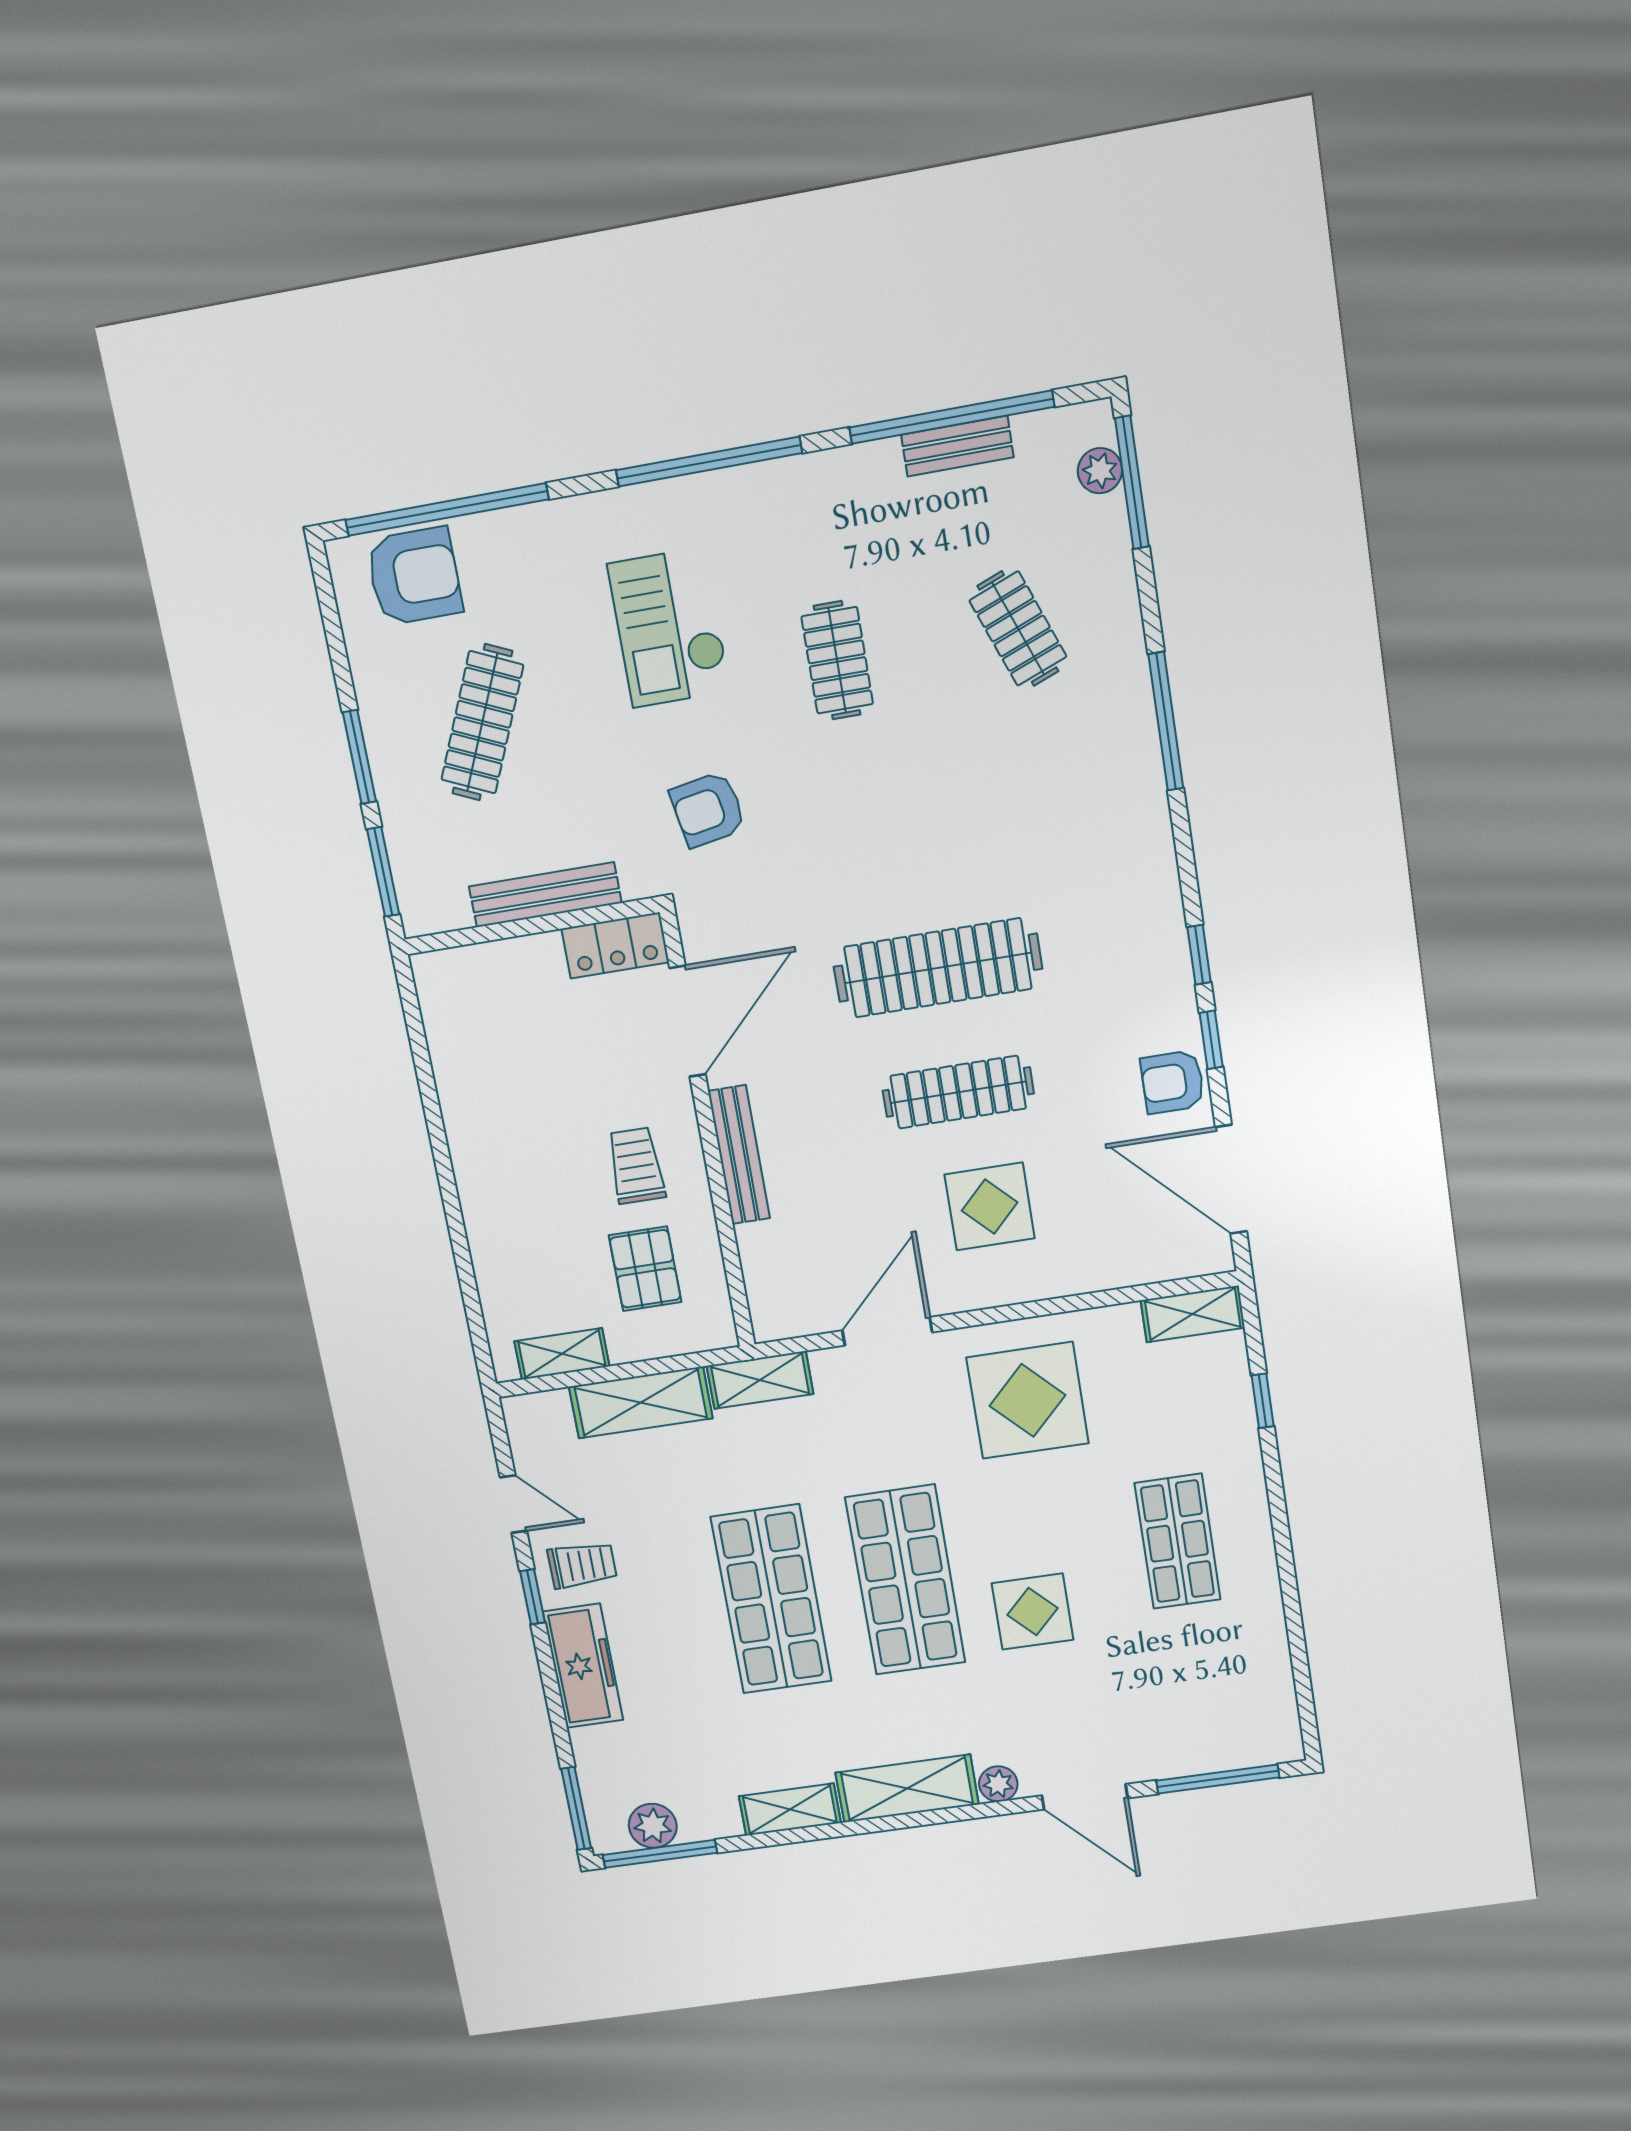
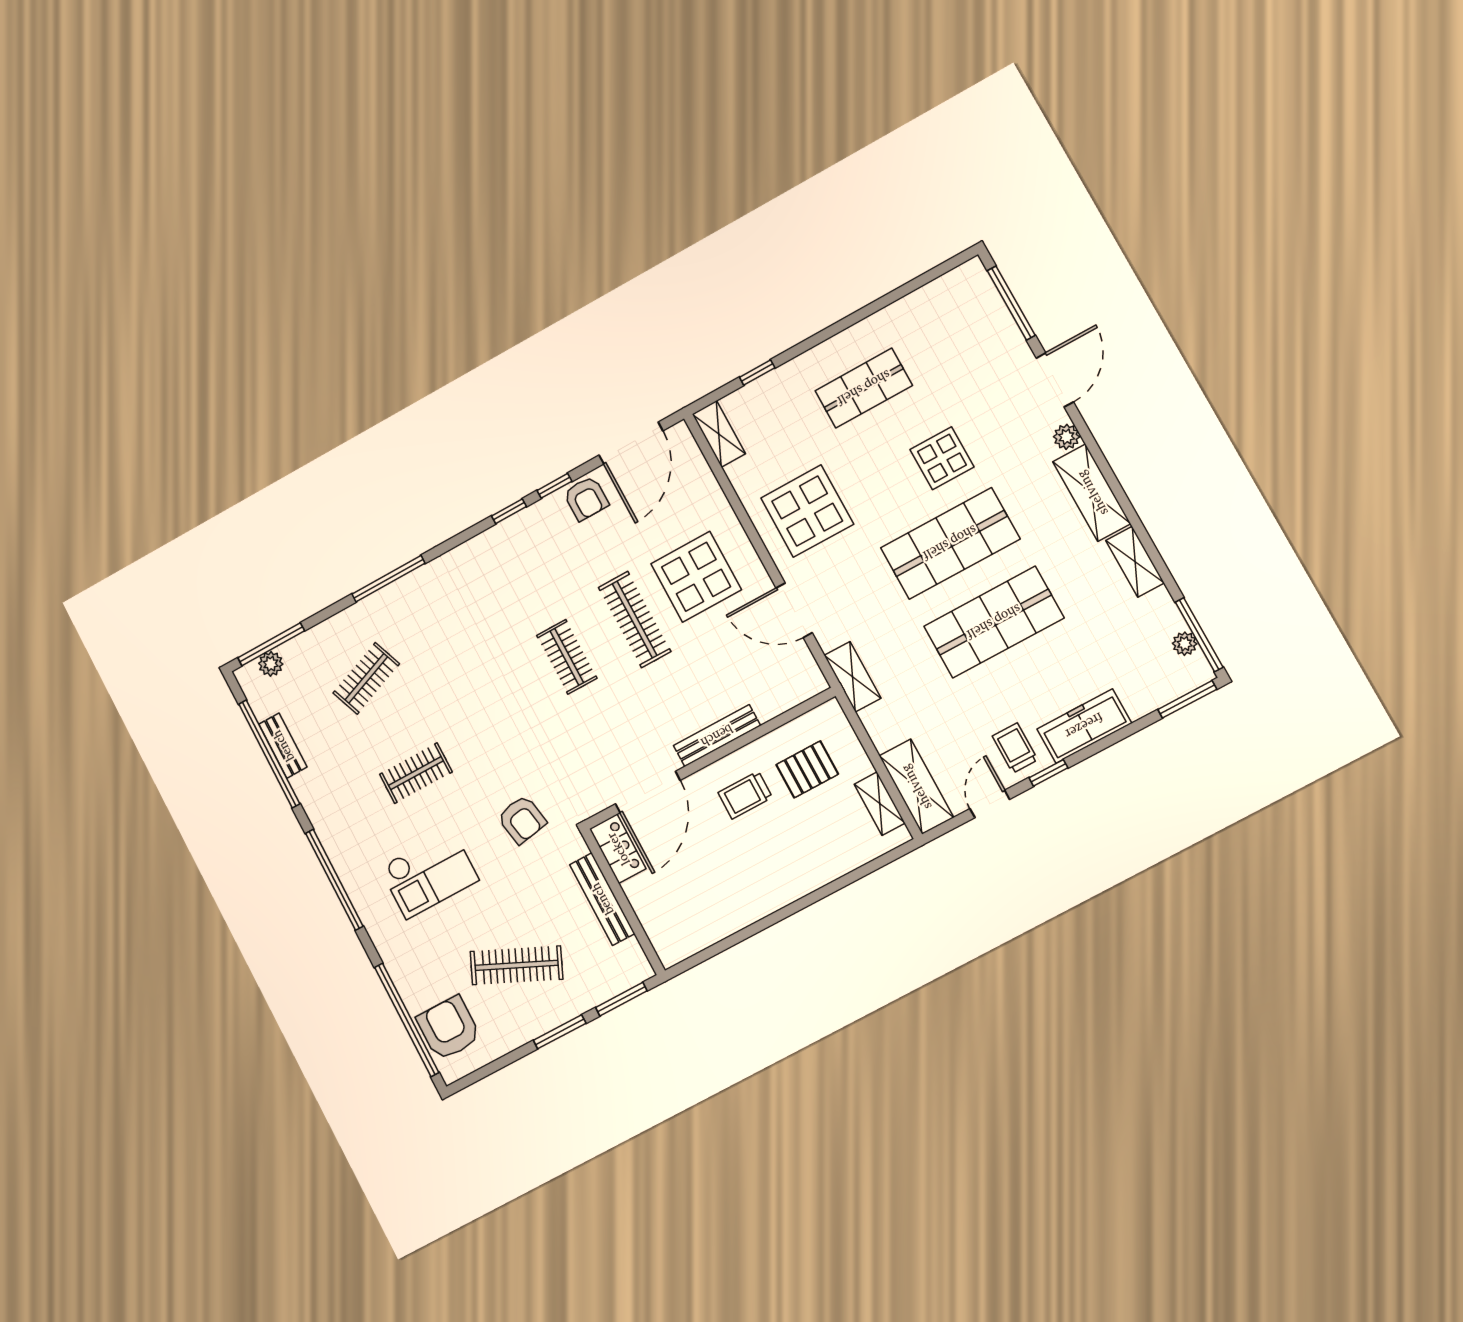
clothes rail: (938, 968) -> (567, 657), width x0.54, depth x0.76
door: (687, 1021) -> (648, 792), swing flipped
display table: (990, 1207) -> (696, 577), width x1.36, depth x1.36
shelving: (641, 1403) -> (916, 787), moved
plant: (653, 1826) -> (1185, 644), width x0.73, depth x0.73

